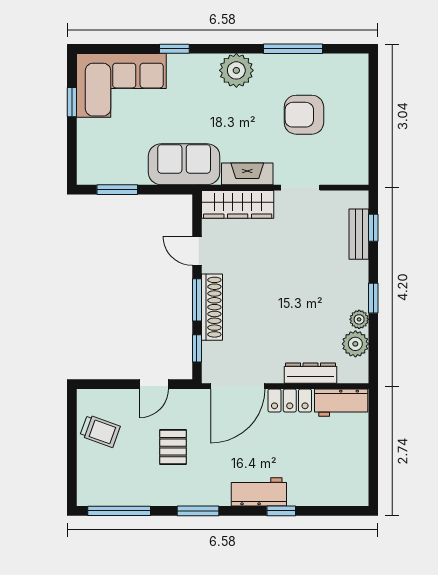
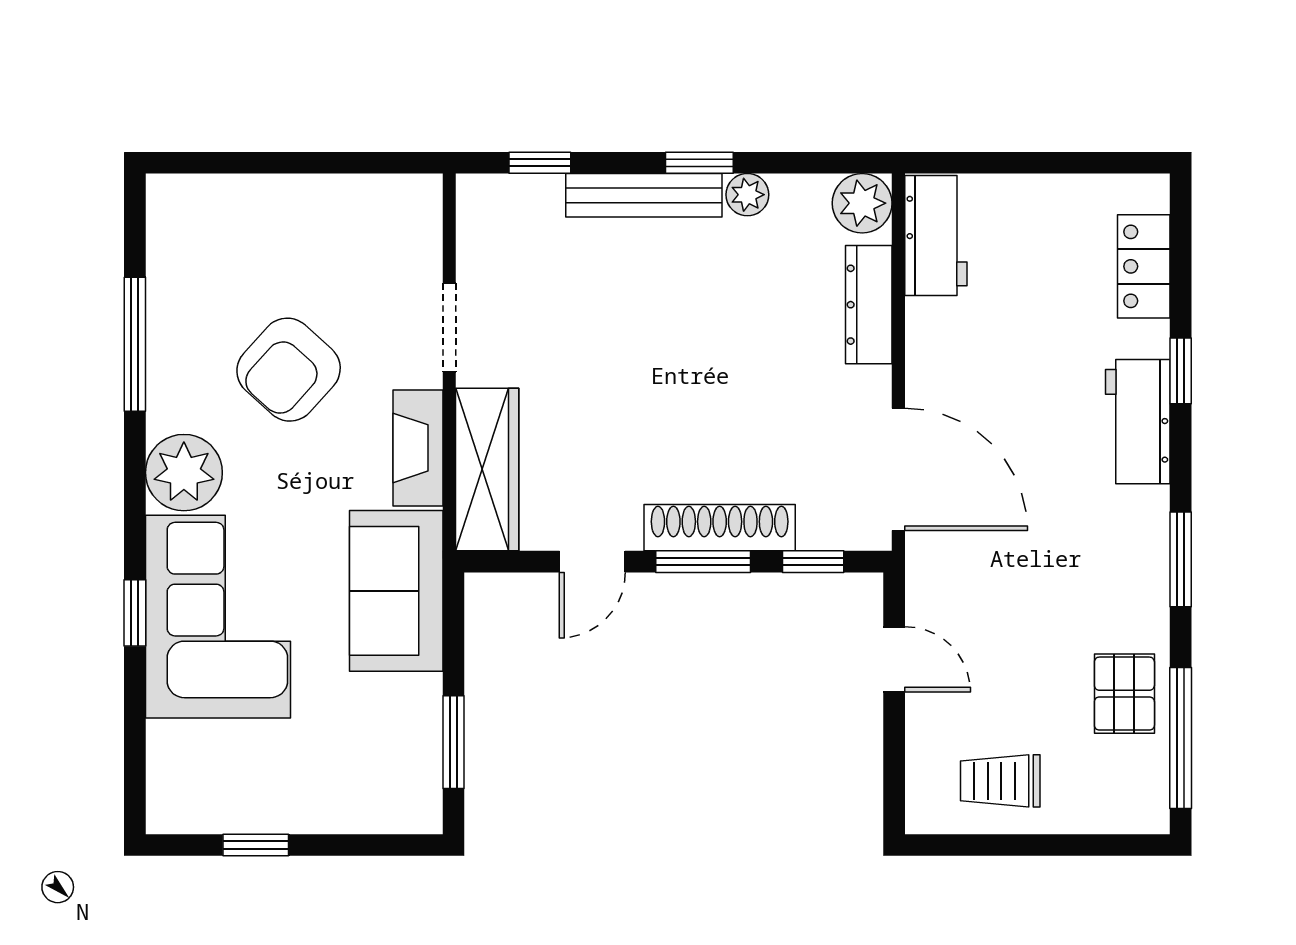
corner sofa: (121, 85) -> (218, 617), moved
armchair: (304, 115) -> (289, 370), moved, turned 42
bench: (359, 234) -> (644, 195), moved, width x1.36
plant: (355, 344) -> (862, 203), moved
locker: (290, 400) -> (1144, 266), moved, turned 180
trolley: (100, 431) -> (1000, 781), turned -110
pallet: (173, 447) -> (1124, 694), moved, turned 90

